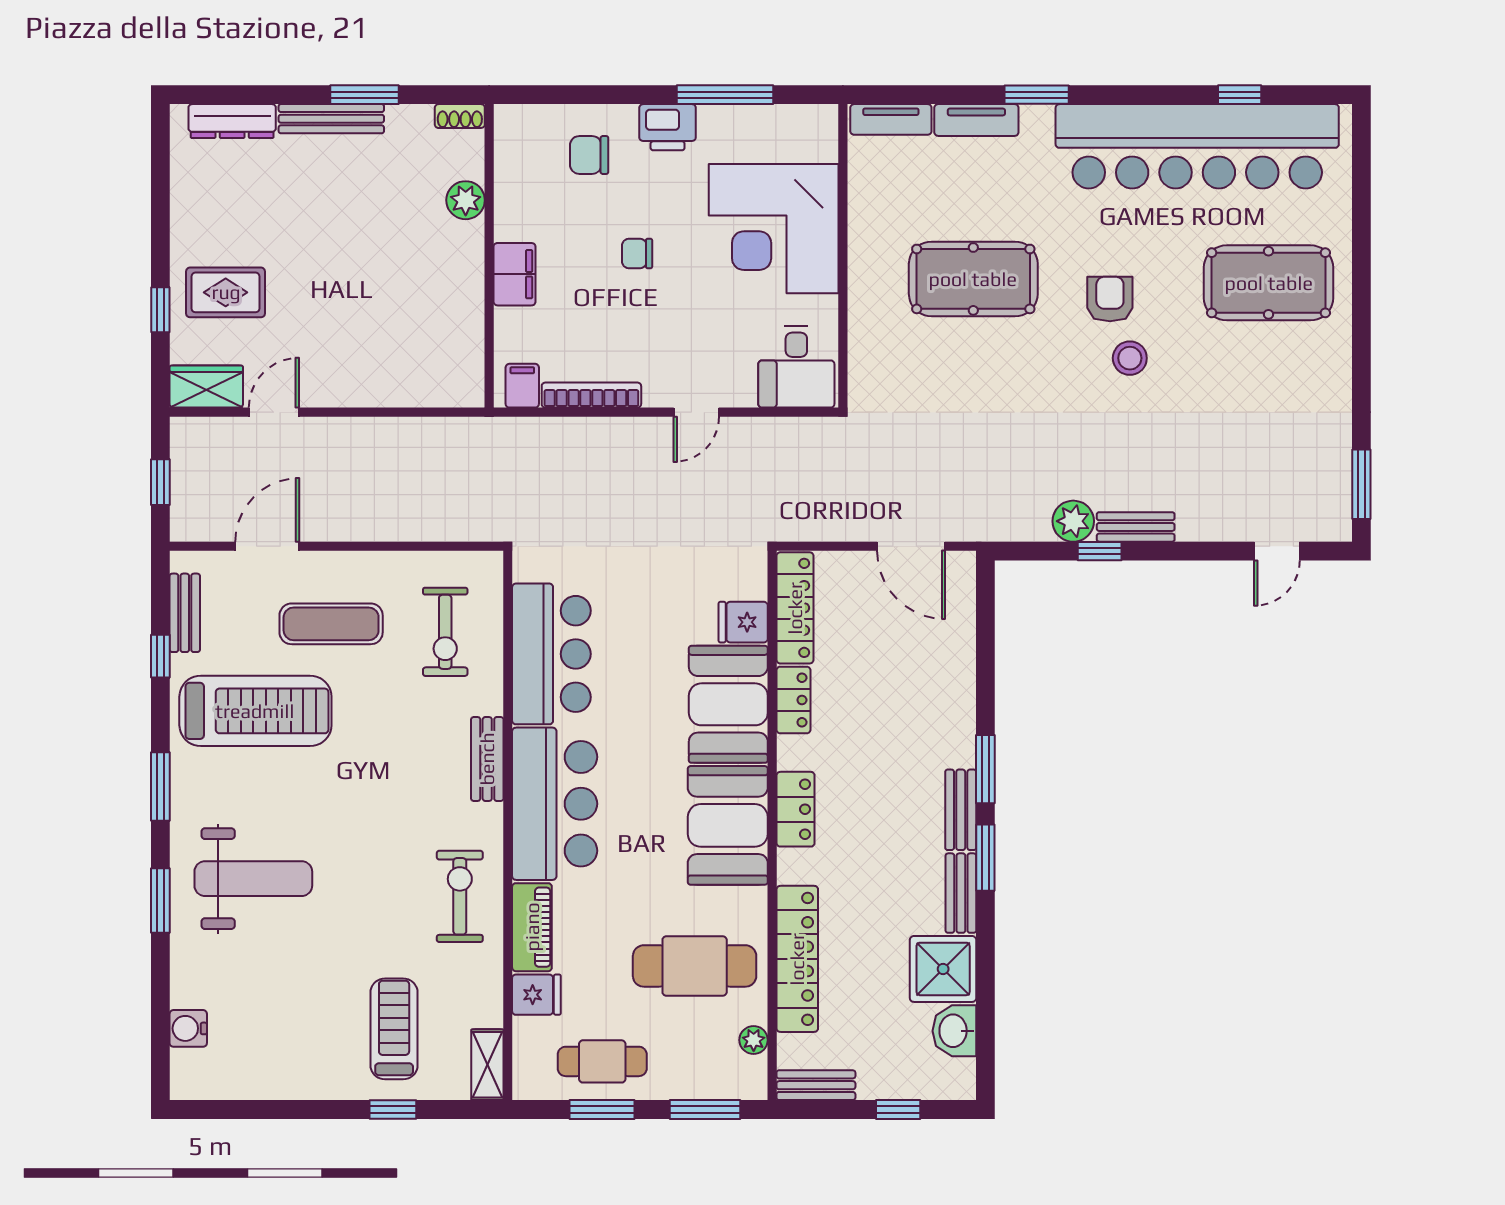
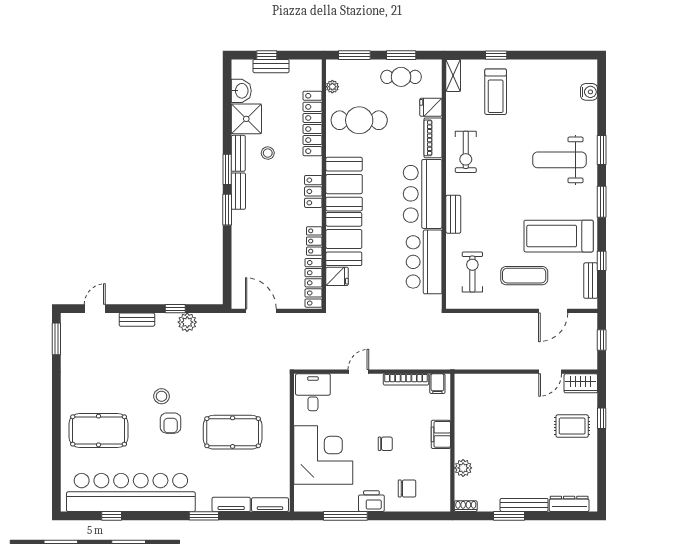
bench: (1136, 527) -> (137, 320), moved
stool: (896, 894) -> (268, 153), added
bench: (816, 1085) -> (271, 66), moved

